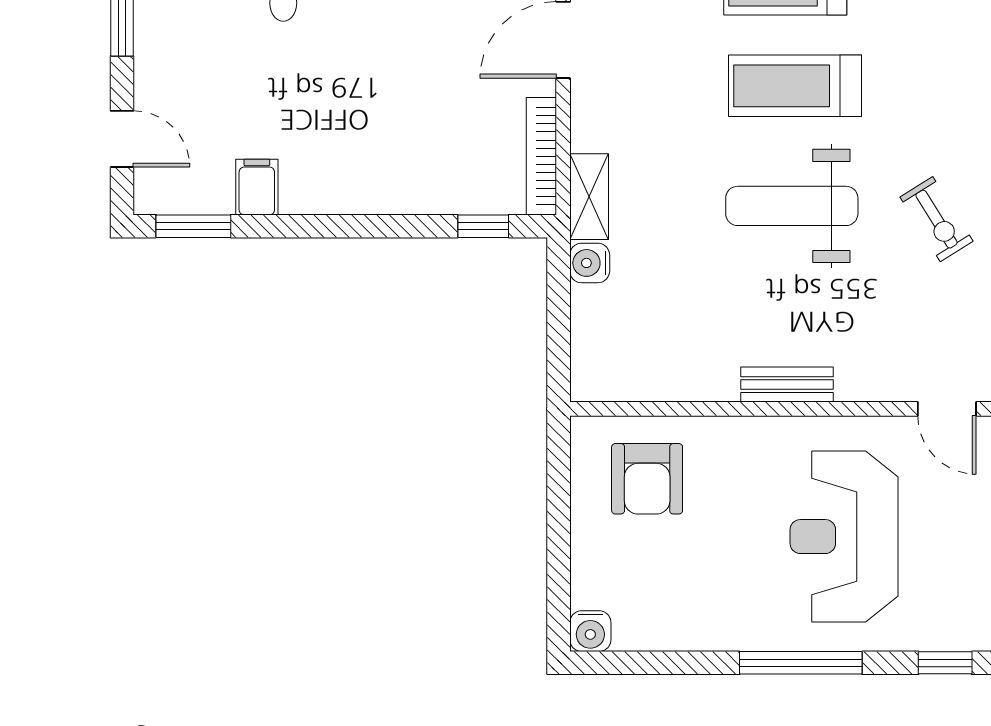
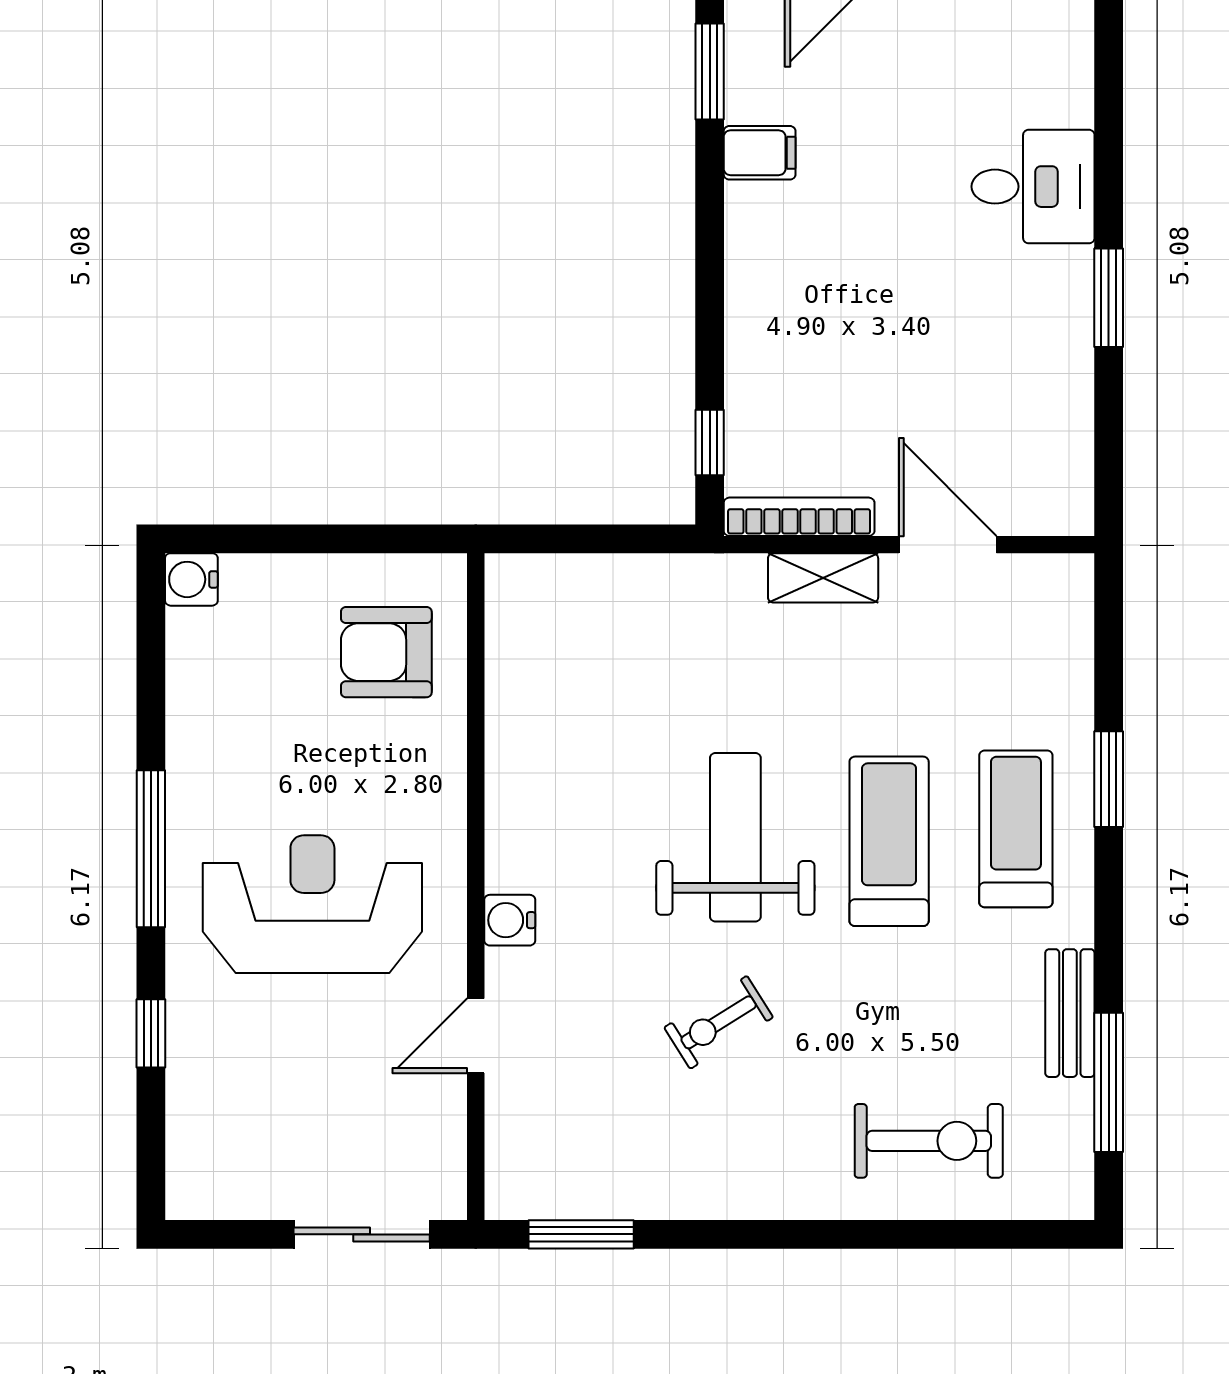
shelving: (589, 197) -> (823, 578), moved
water cooler: (590, 263) -> (510, 920), moved, turned -90
bench: (787, 385) -> (507, 831), removed

